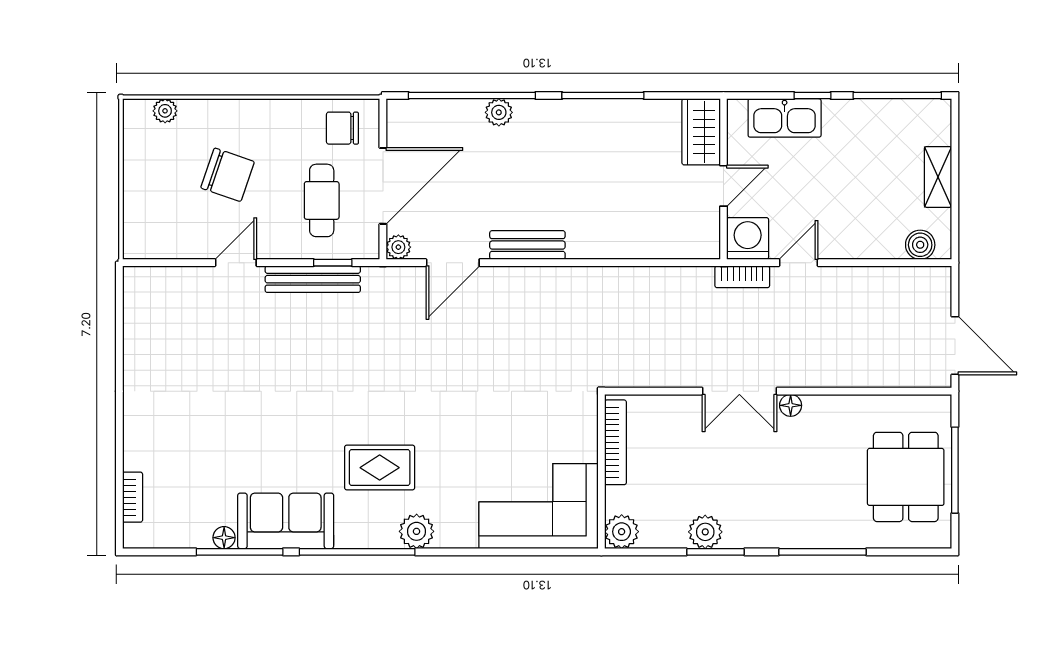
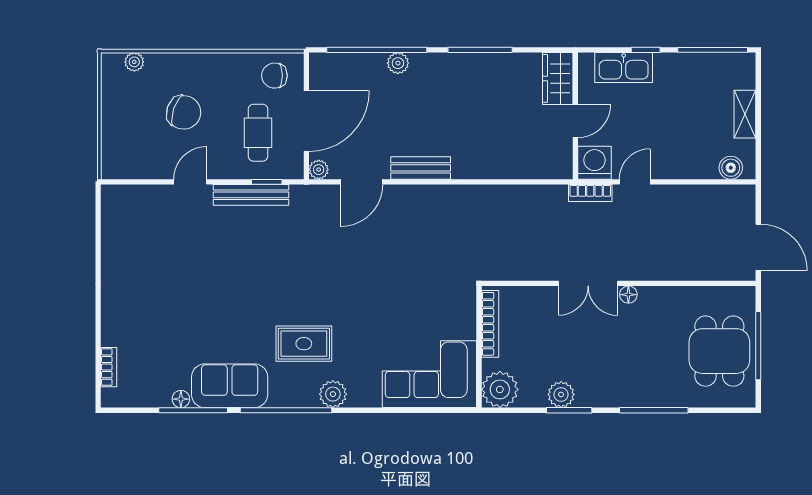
plant: (622, 532) -> (500, 389), width x1.36, depth x1.36

